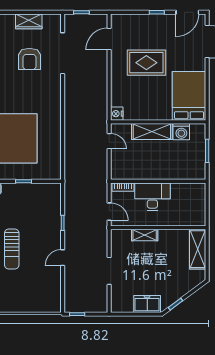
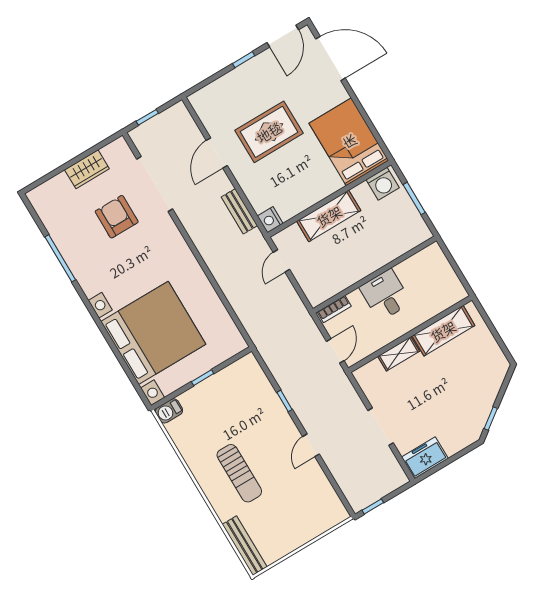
door: (109, 39) -> (217, 153), moved
armchair: (29, 59) -> (117, 217), turned 180
bench: (102, 98) -> (239, 211), added
washing machine: (181, 132) -> (383, 184), moved
door: (109, 141) -> (281, 261), swing flipped
desk: (152, 197) -> (385, 295), width x0.73
door: (109, 212) -> (335, 351), hinge flipped
shelving: (198, 249) -> (443, 331), moved, turned 90
freezer: (147, 304) -> (425, 458), moved

